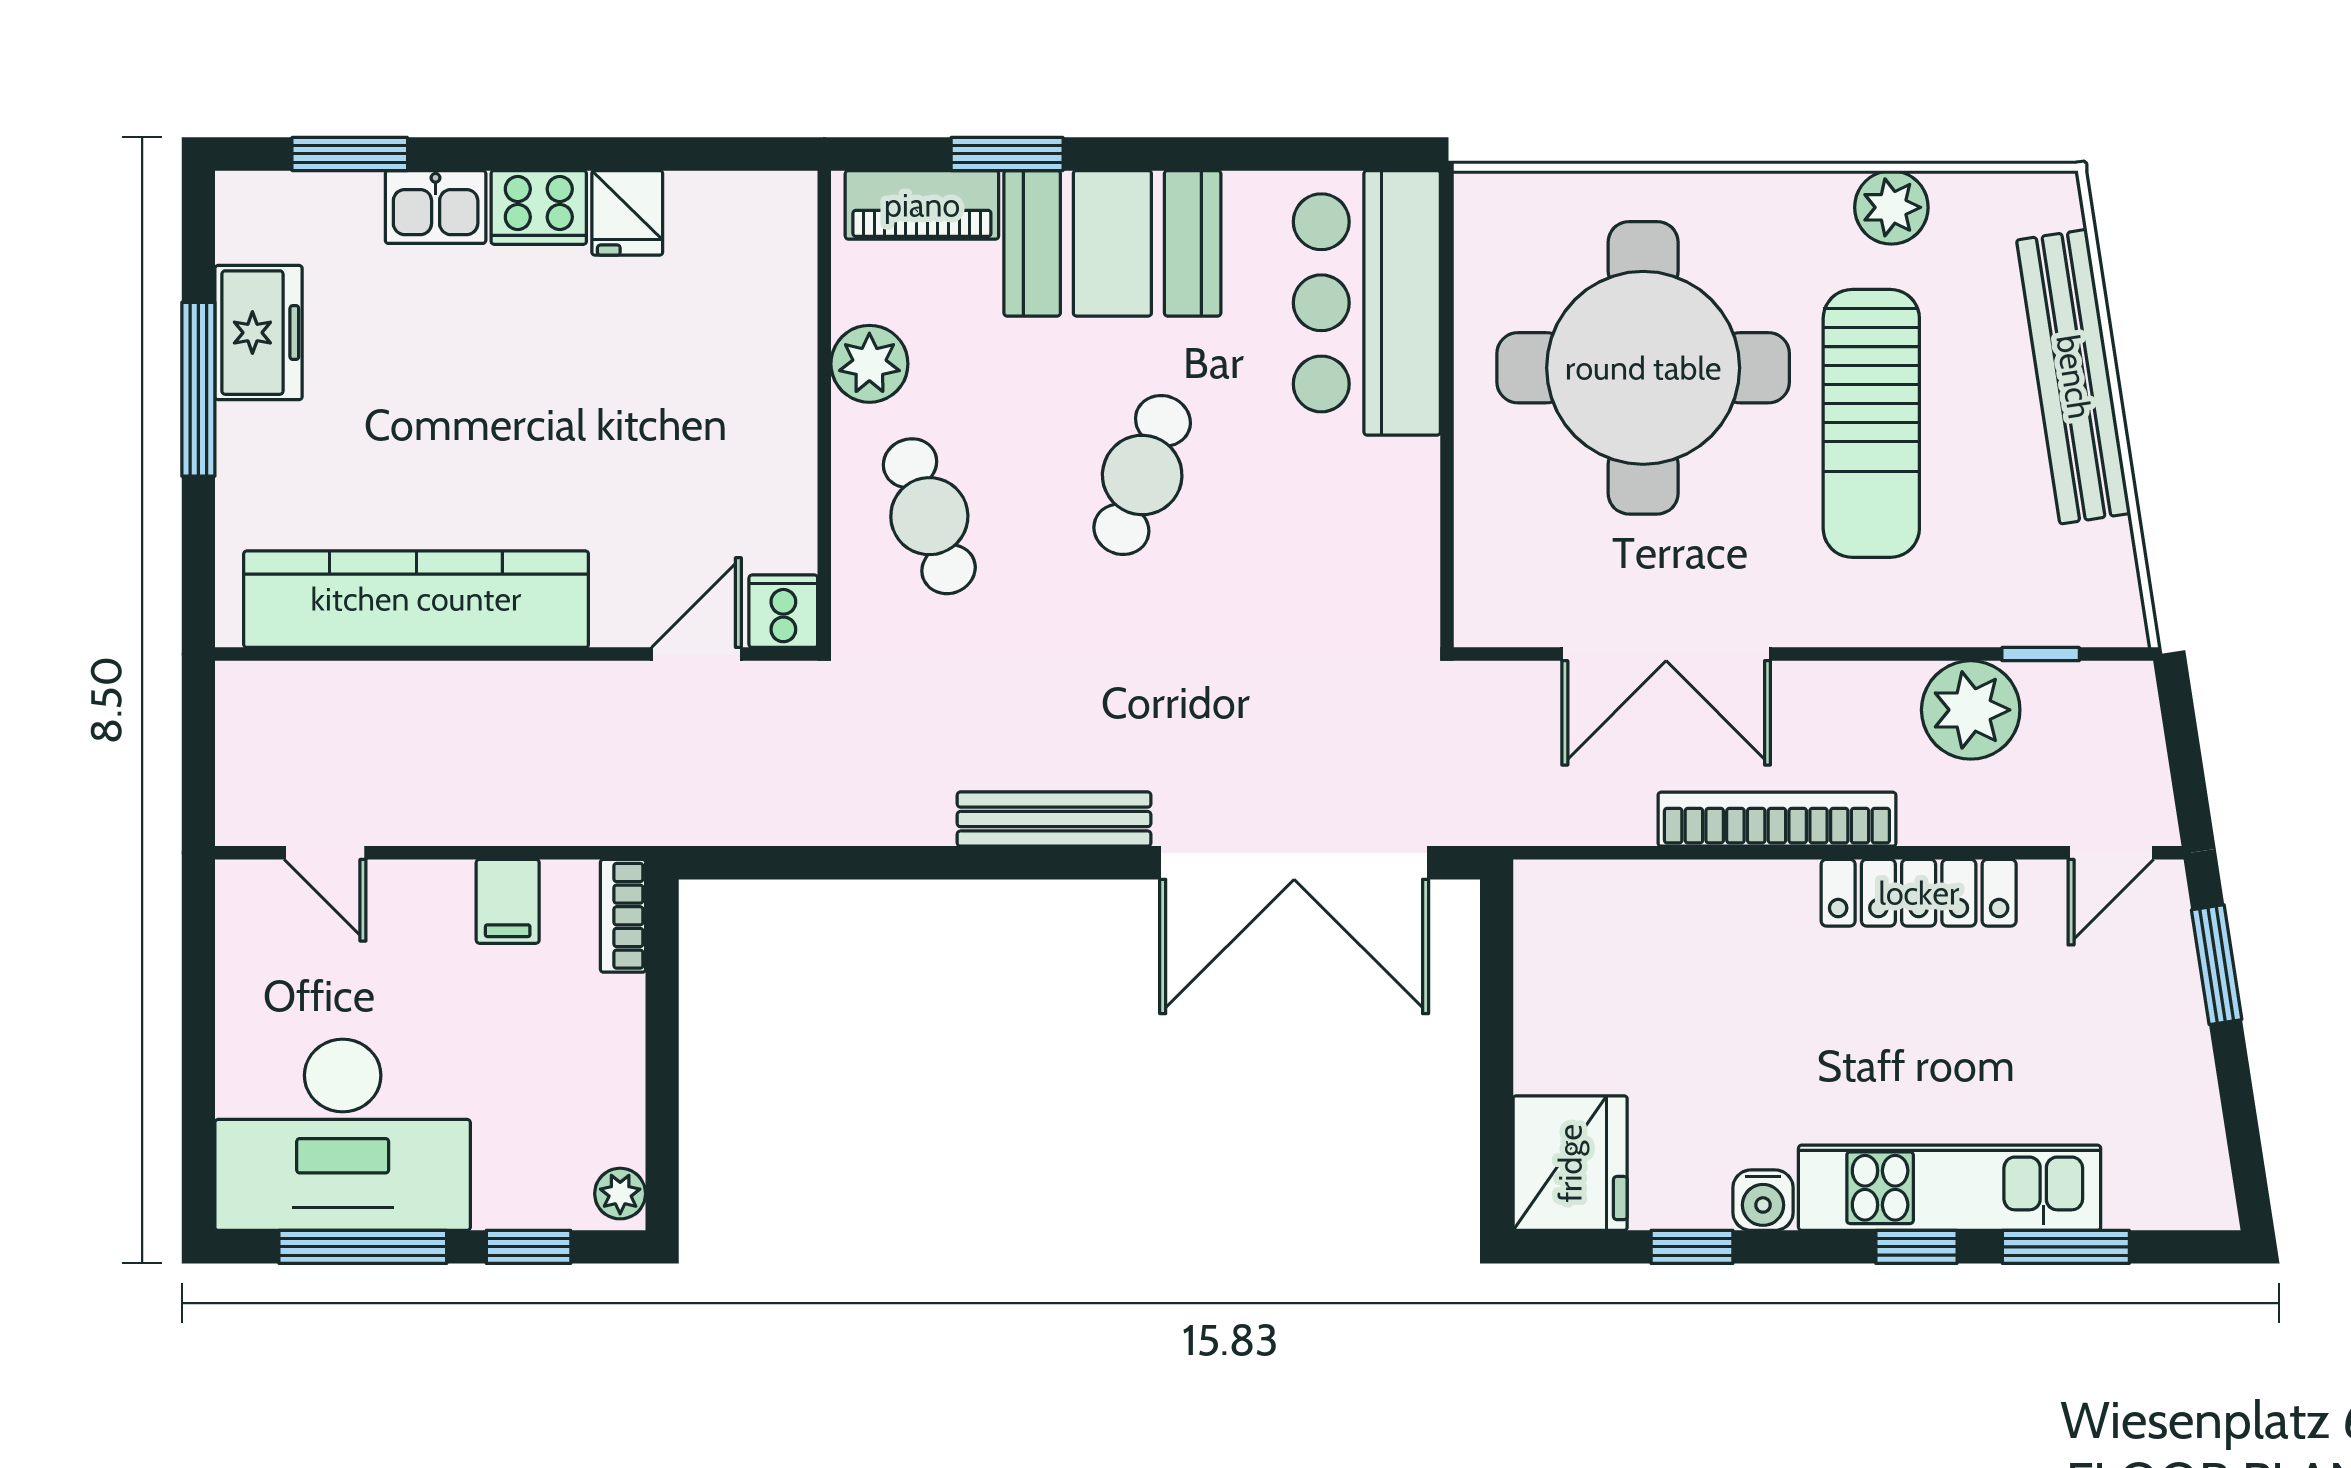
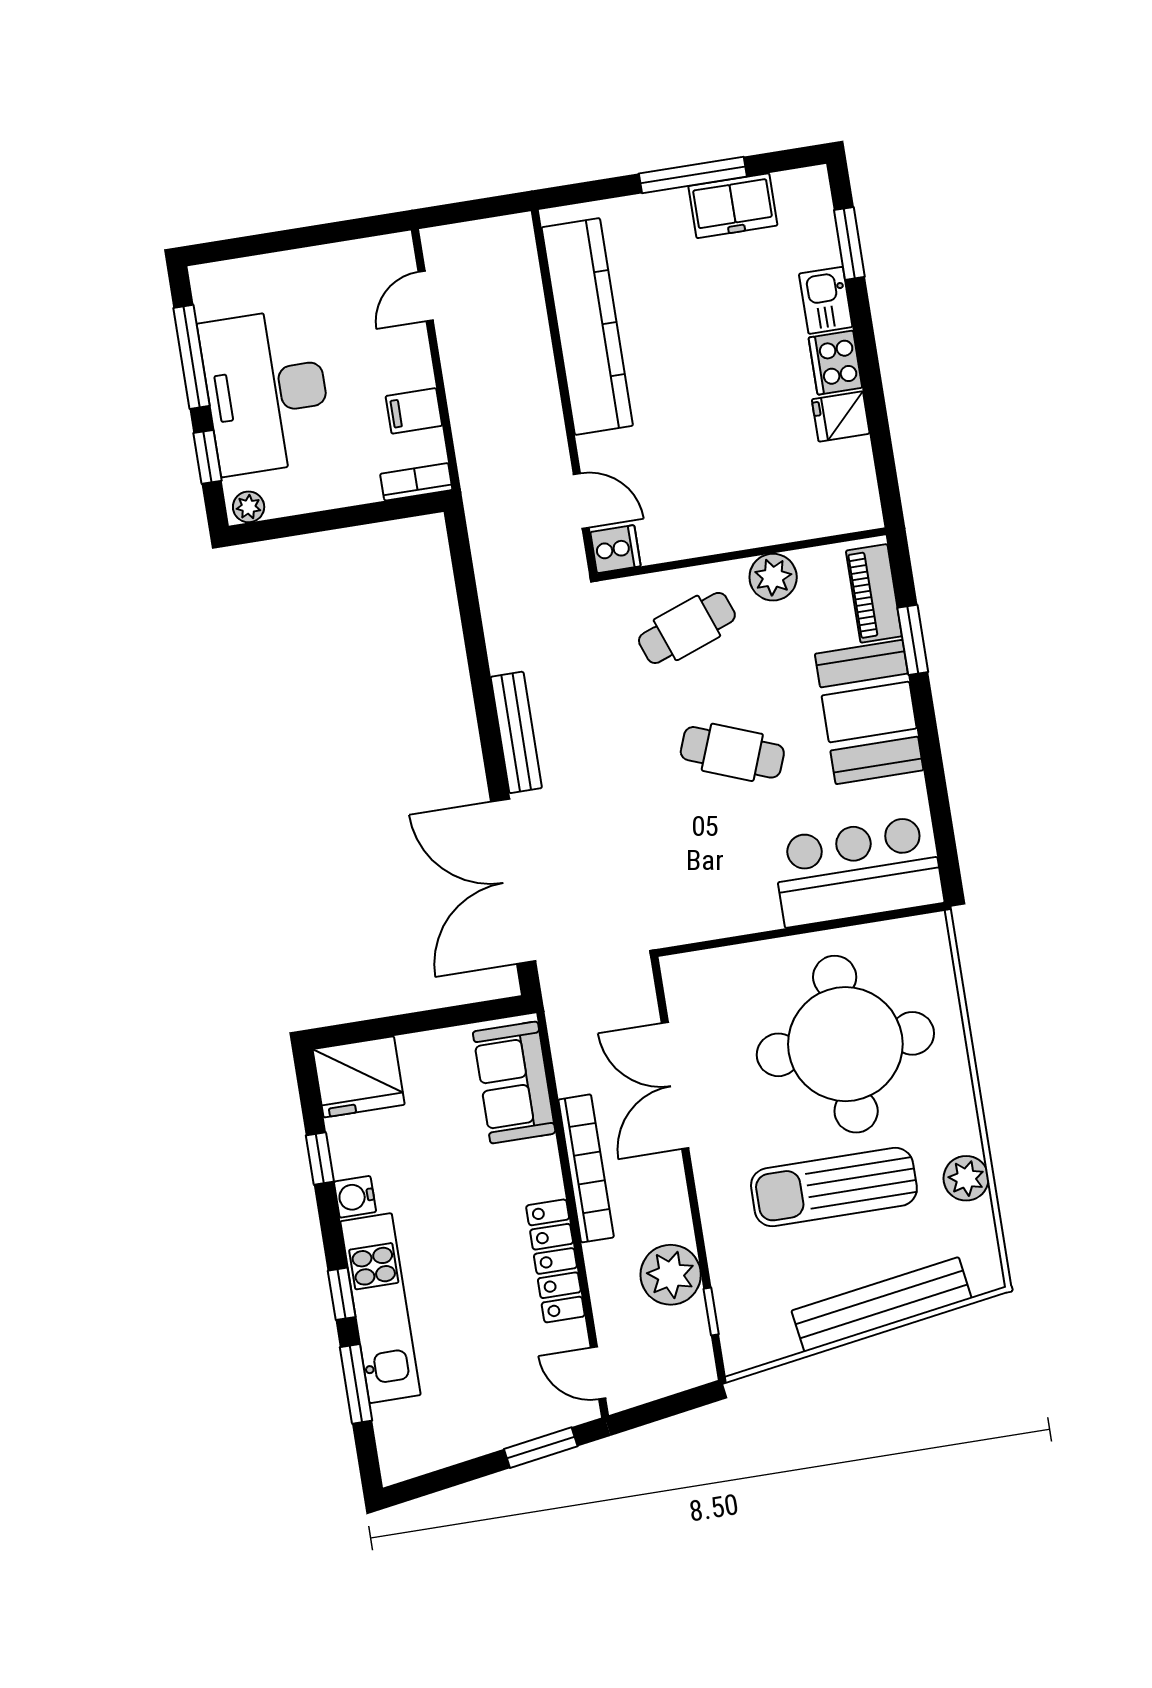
sofa: (1619, 913) -> (514, 1082), added
desk: (343, 1135) -> (266, 391), moved

